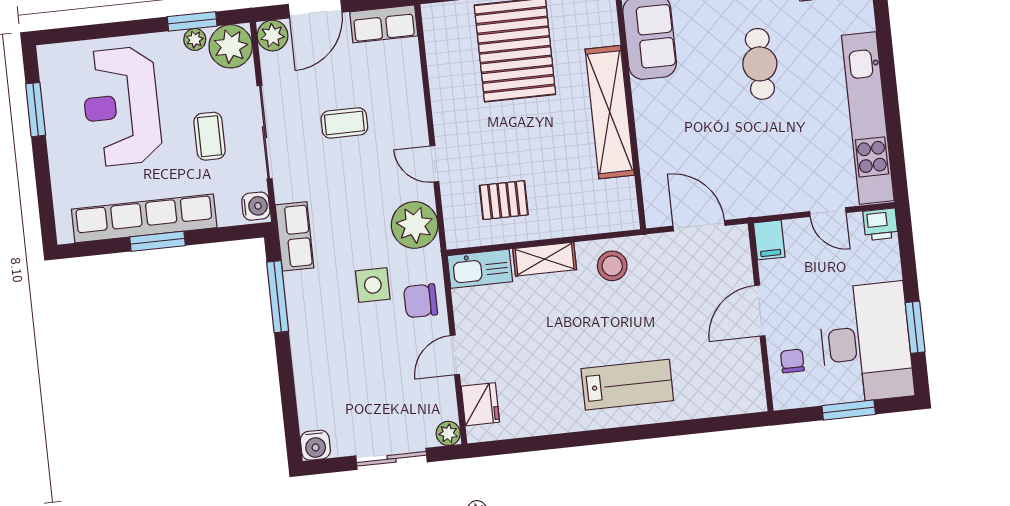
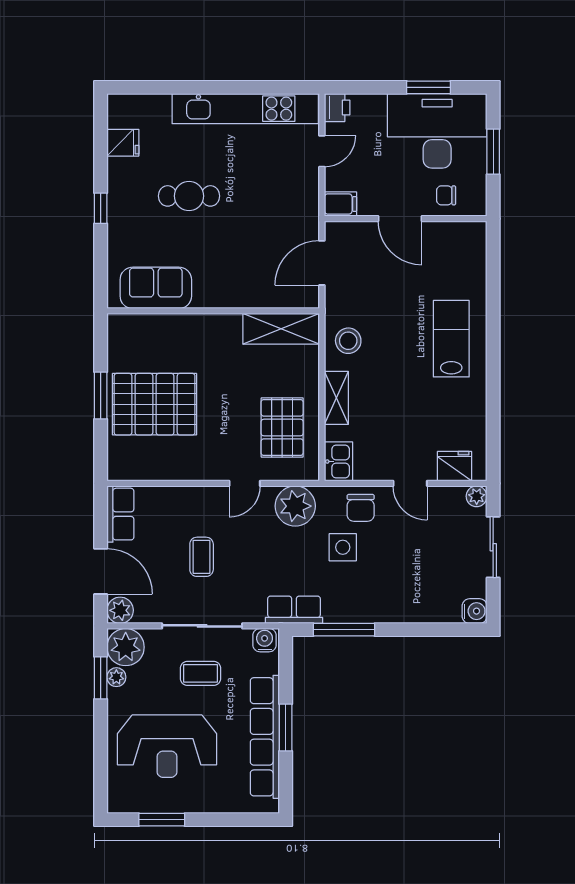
shelving: (610, 112) -> (281, 329), moved, width x0.68
pallet: (504, 200) -> (282, 428), width x1.50, depth x1.42
kitchen sink: (480, 269) -> (339, 461), width x0.73

